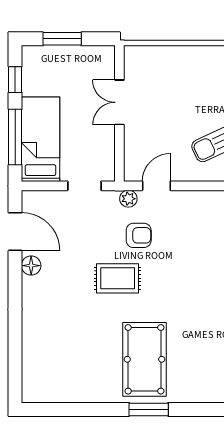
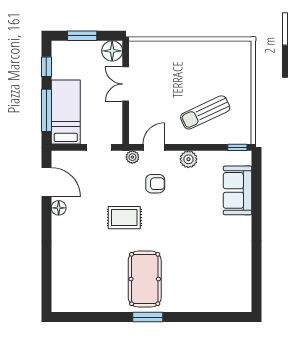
floor lamp: (102, 59) -> (112, 51), added
plant: (202, 201) -> (188, 159), added
armchair: (139, 235) -> (155, 184), moved

